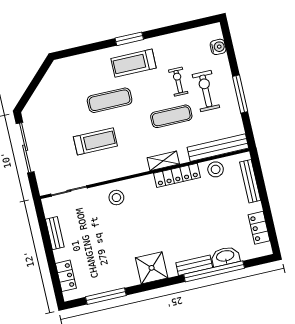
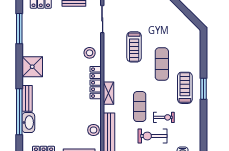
exercise bike: (206, 91) -> (152, 136), turned 180
locker: (177, 175) -> (96, 83), moved

